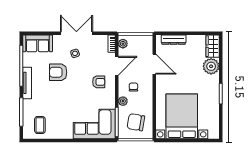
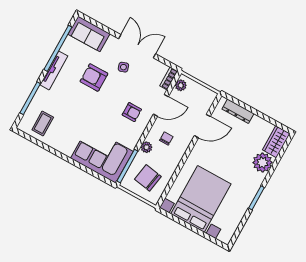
door: (154, 64) -> (202, 126), hinge flipped

